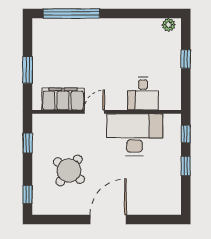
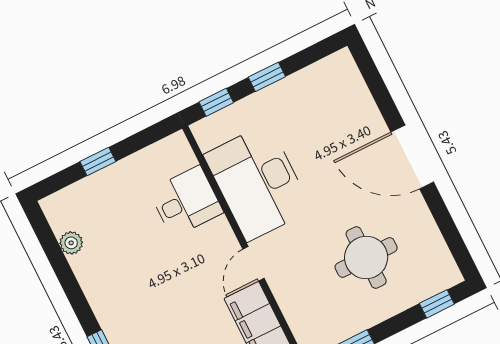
plant: (169, 25) -> (71, 243), moved
door: (94, 112) -> (254, 264), hinge flipped
round table: (69, 170) -> (366, 257), turned -38

